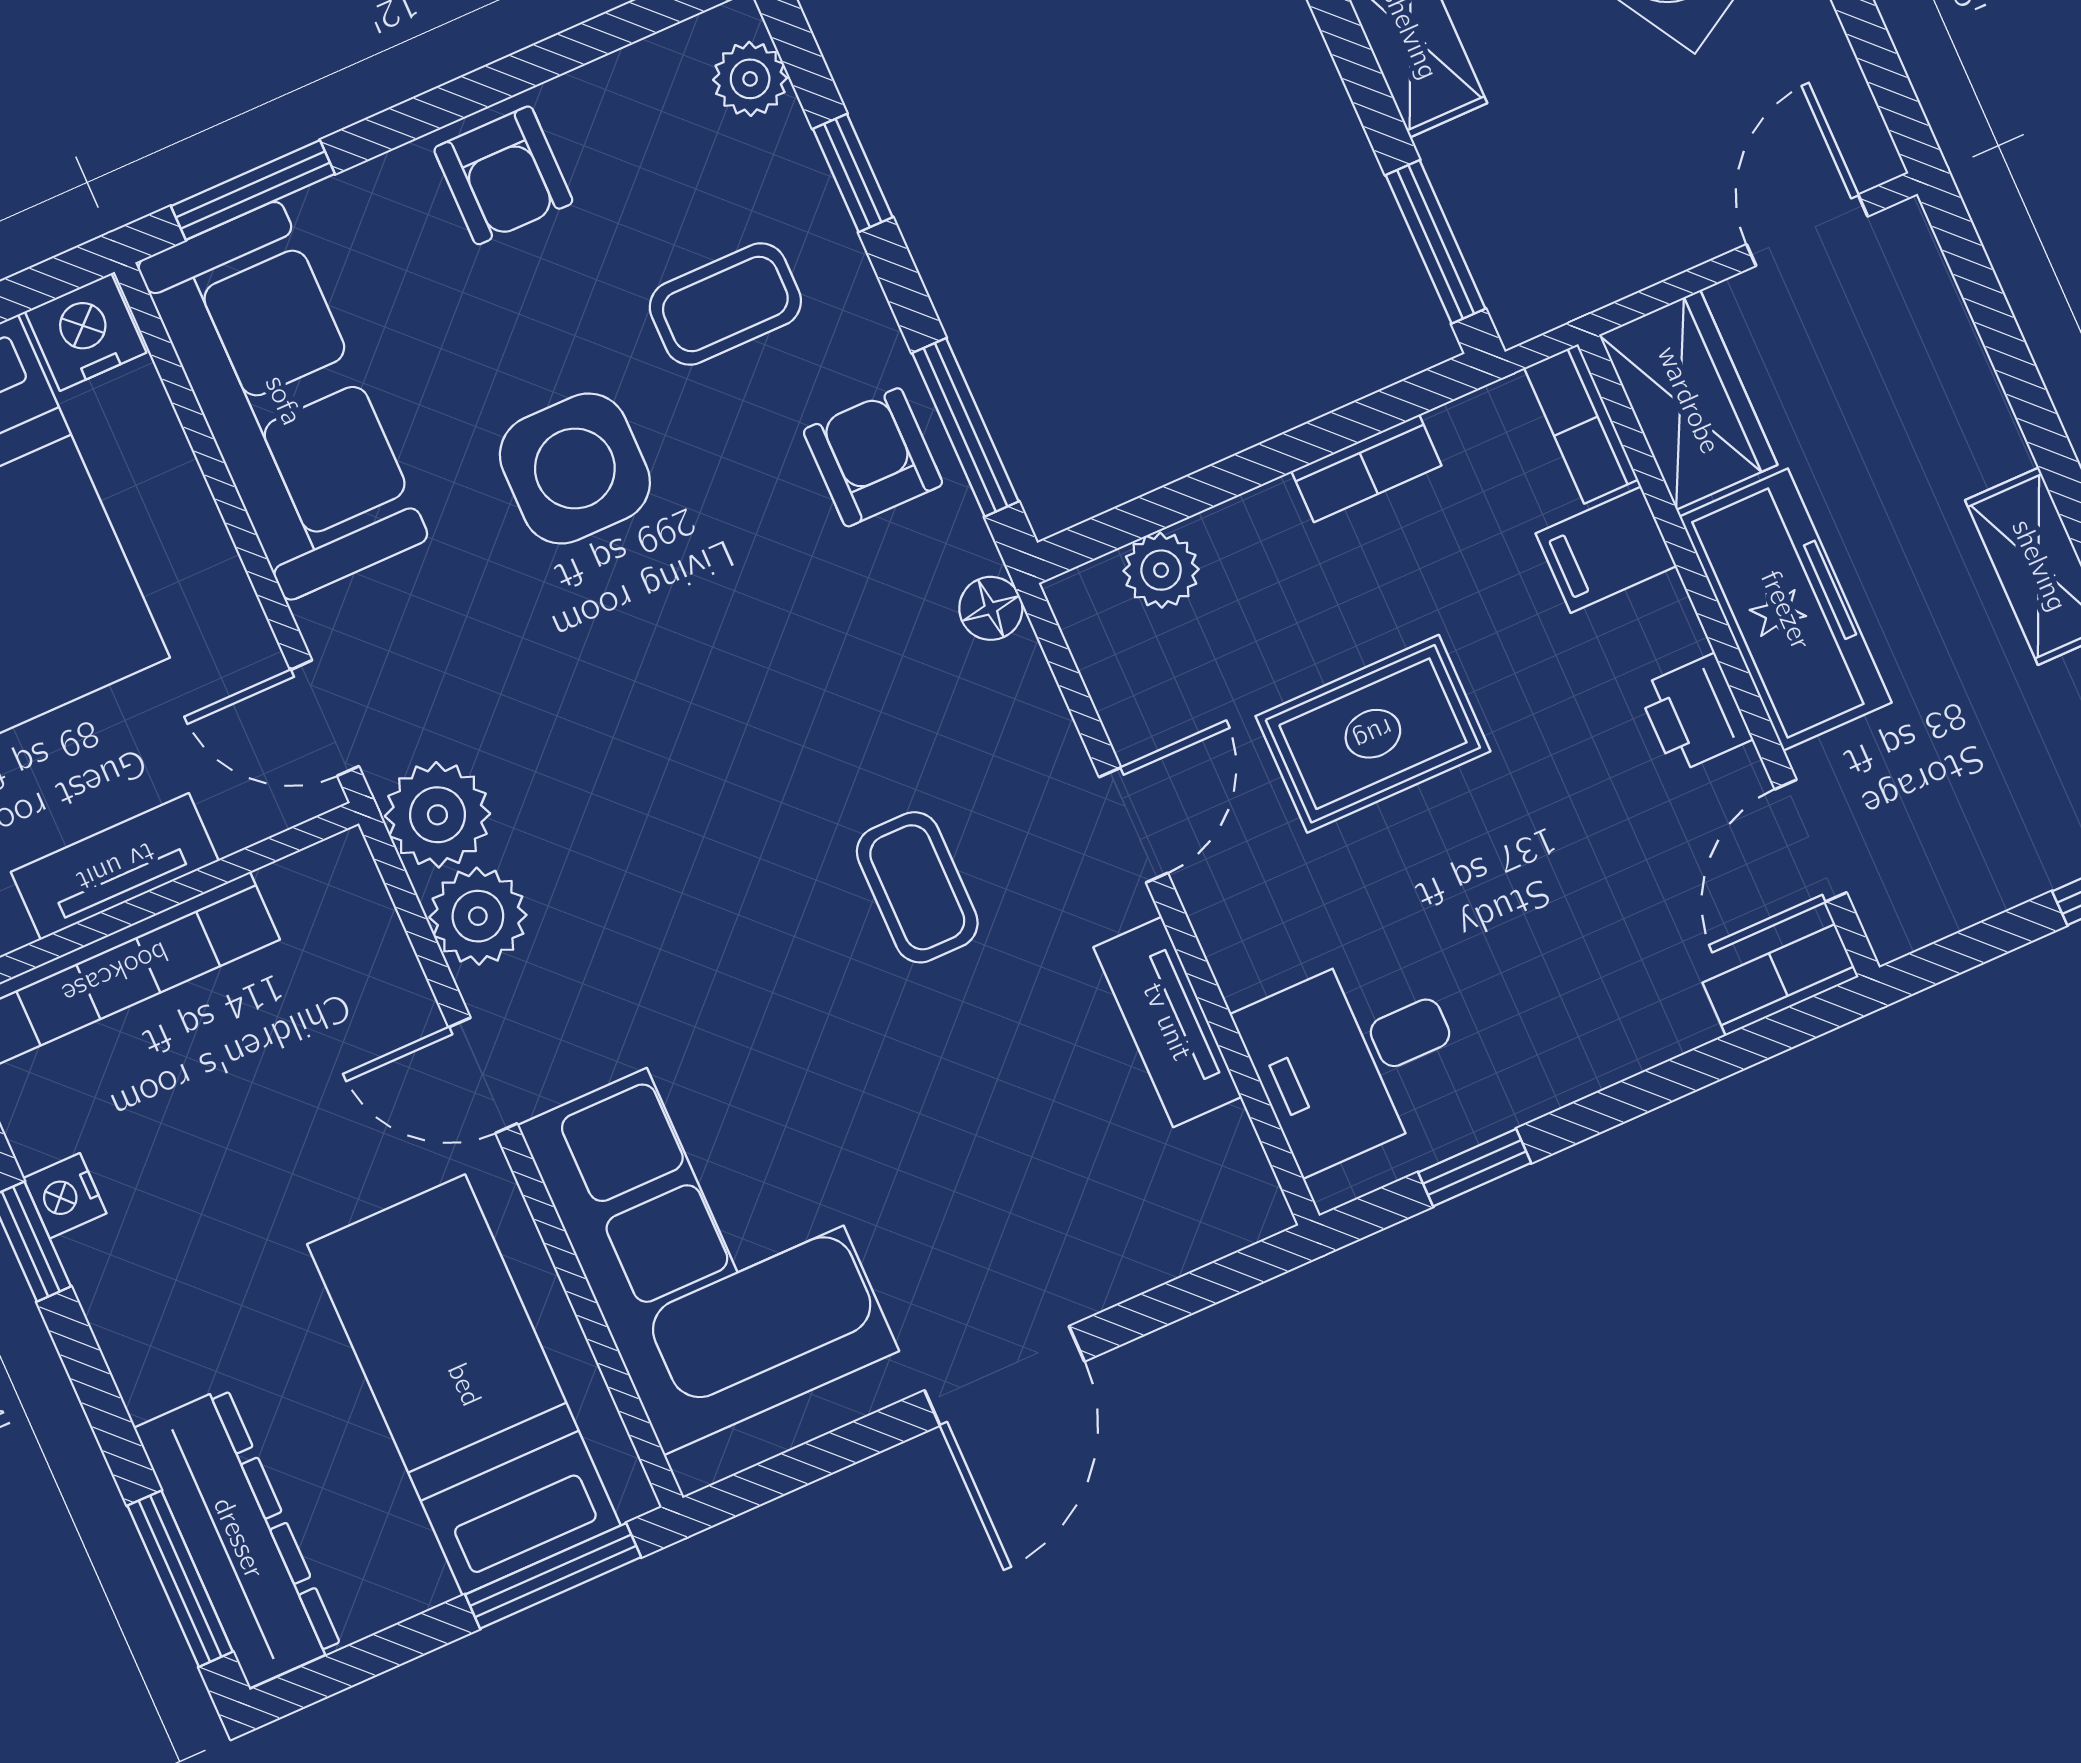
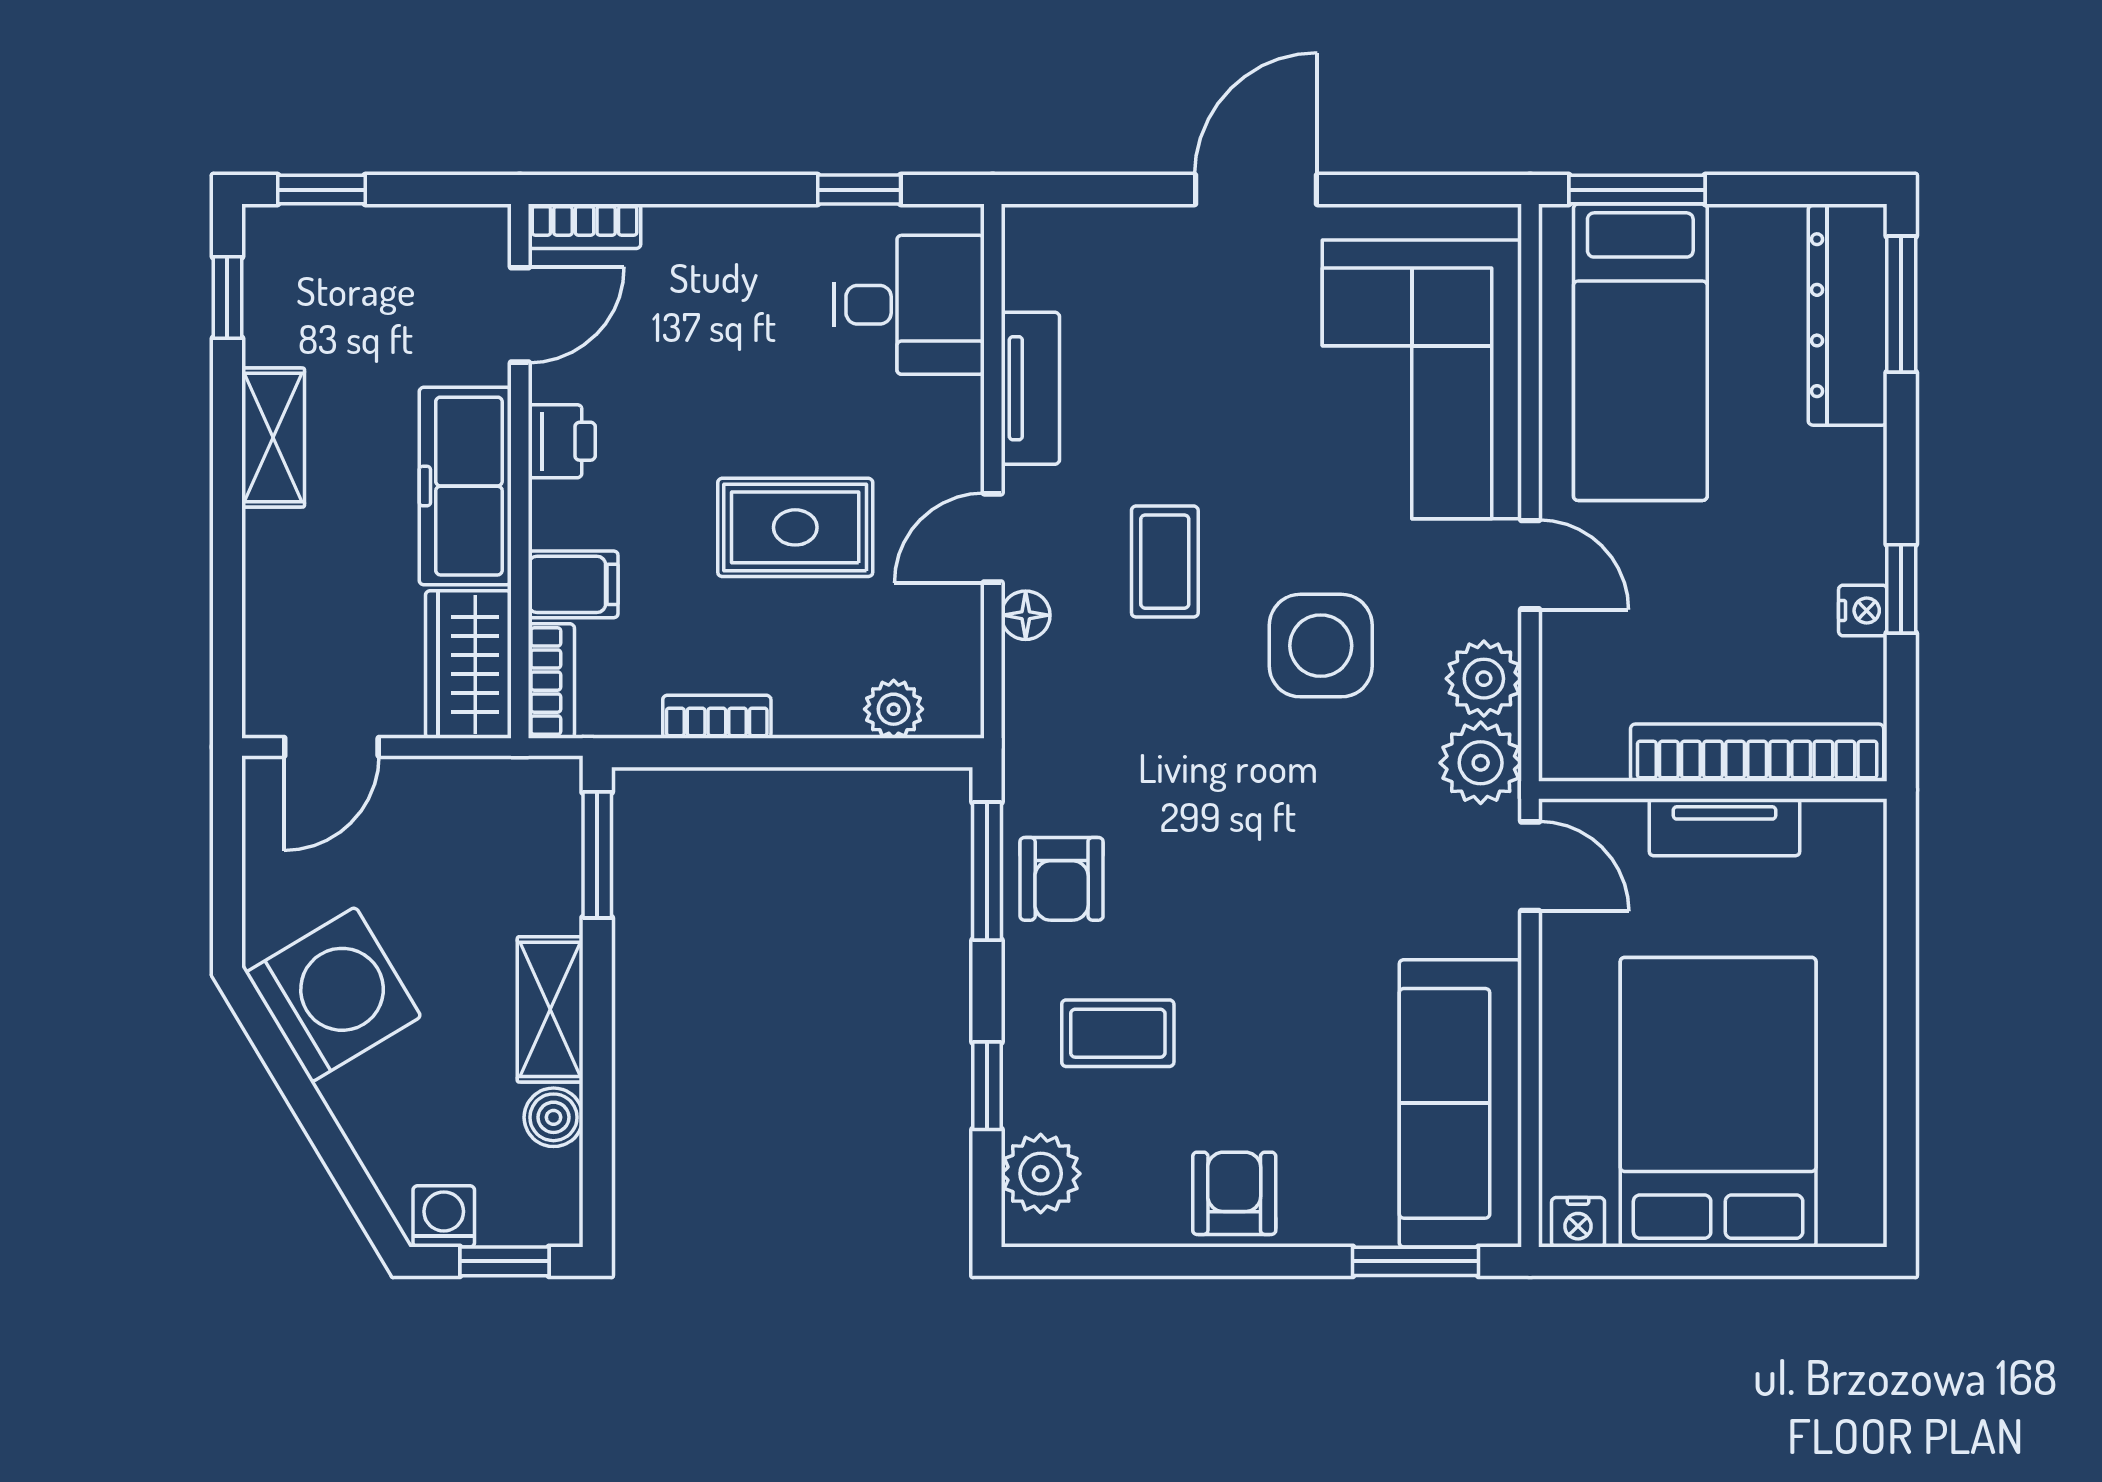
plant: (750, 79) -> (1041, 1174), width x1.38, depth x1.38
nightstand: (86, 332) -> (1578, 1222), width x0.72, depth x0.74
side table: (575, 469) -> (1321, 646), moved
floor lamp: (991, 608) -> (1026, 615), moved

